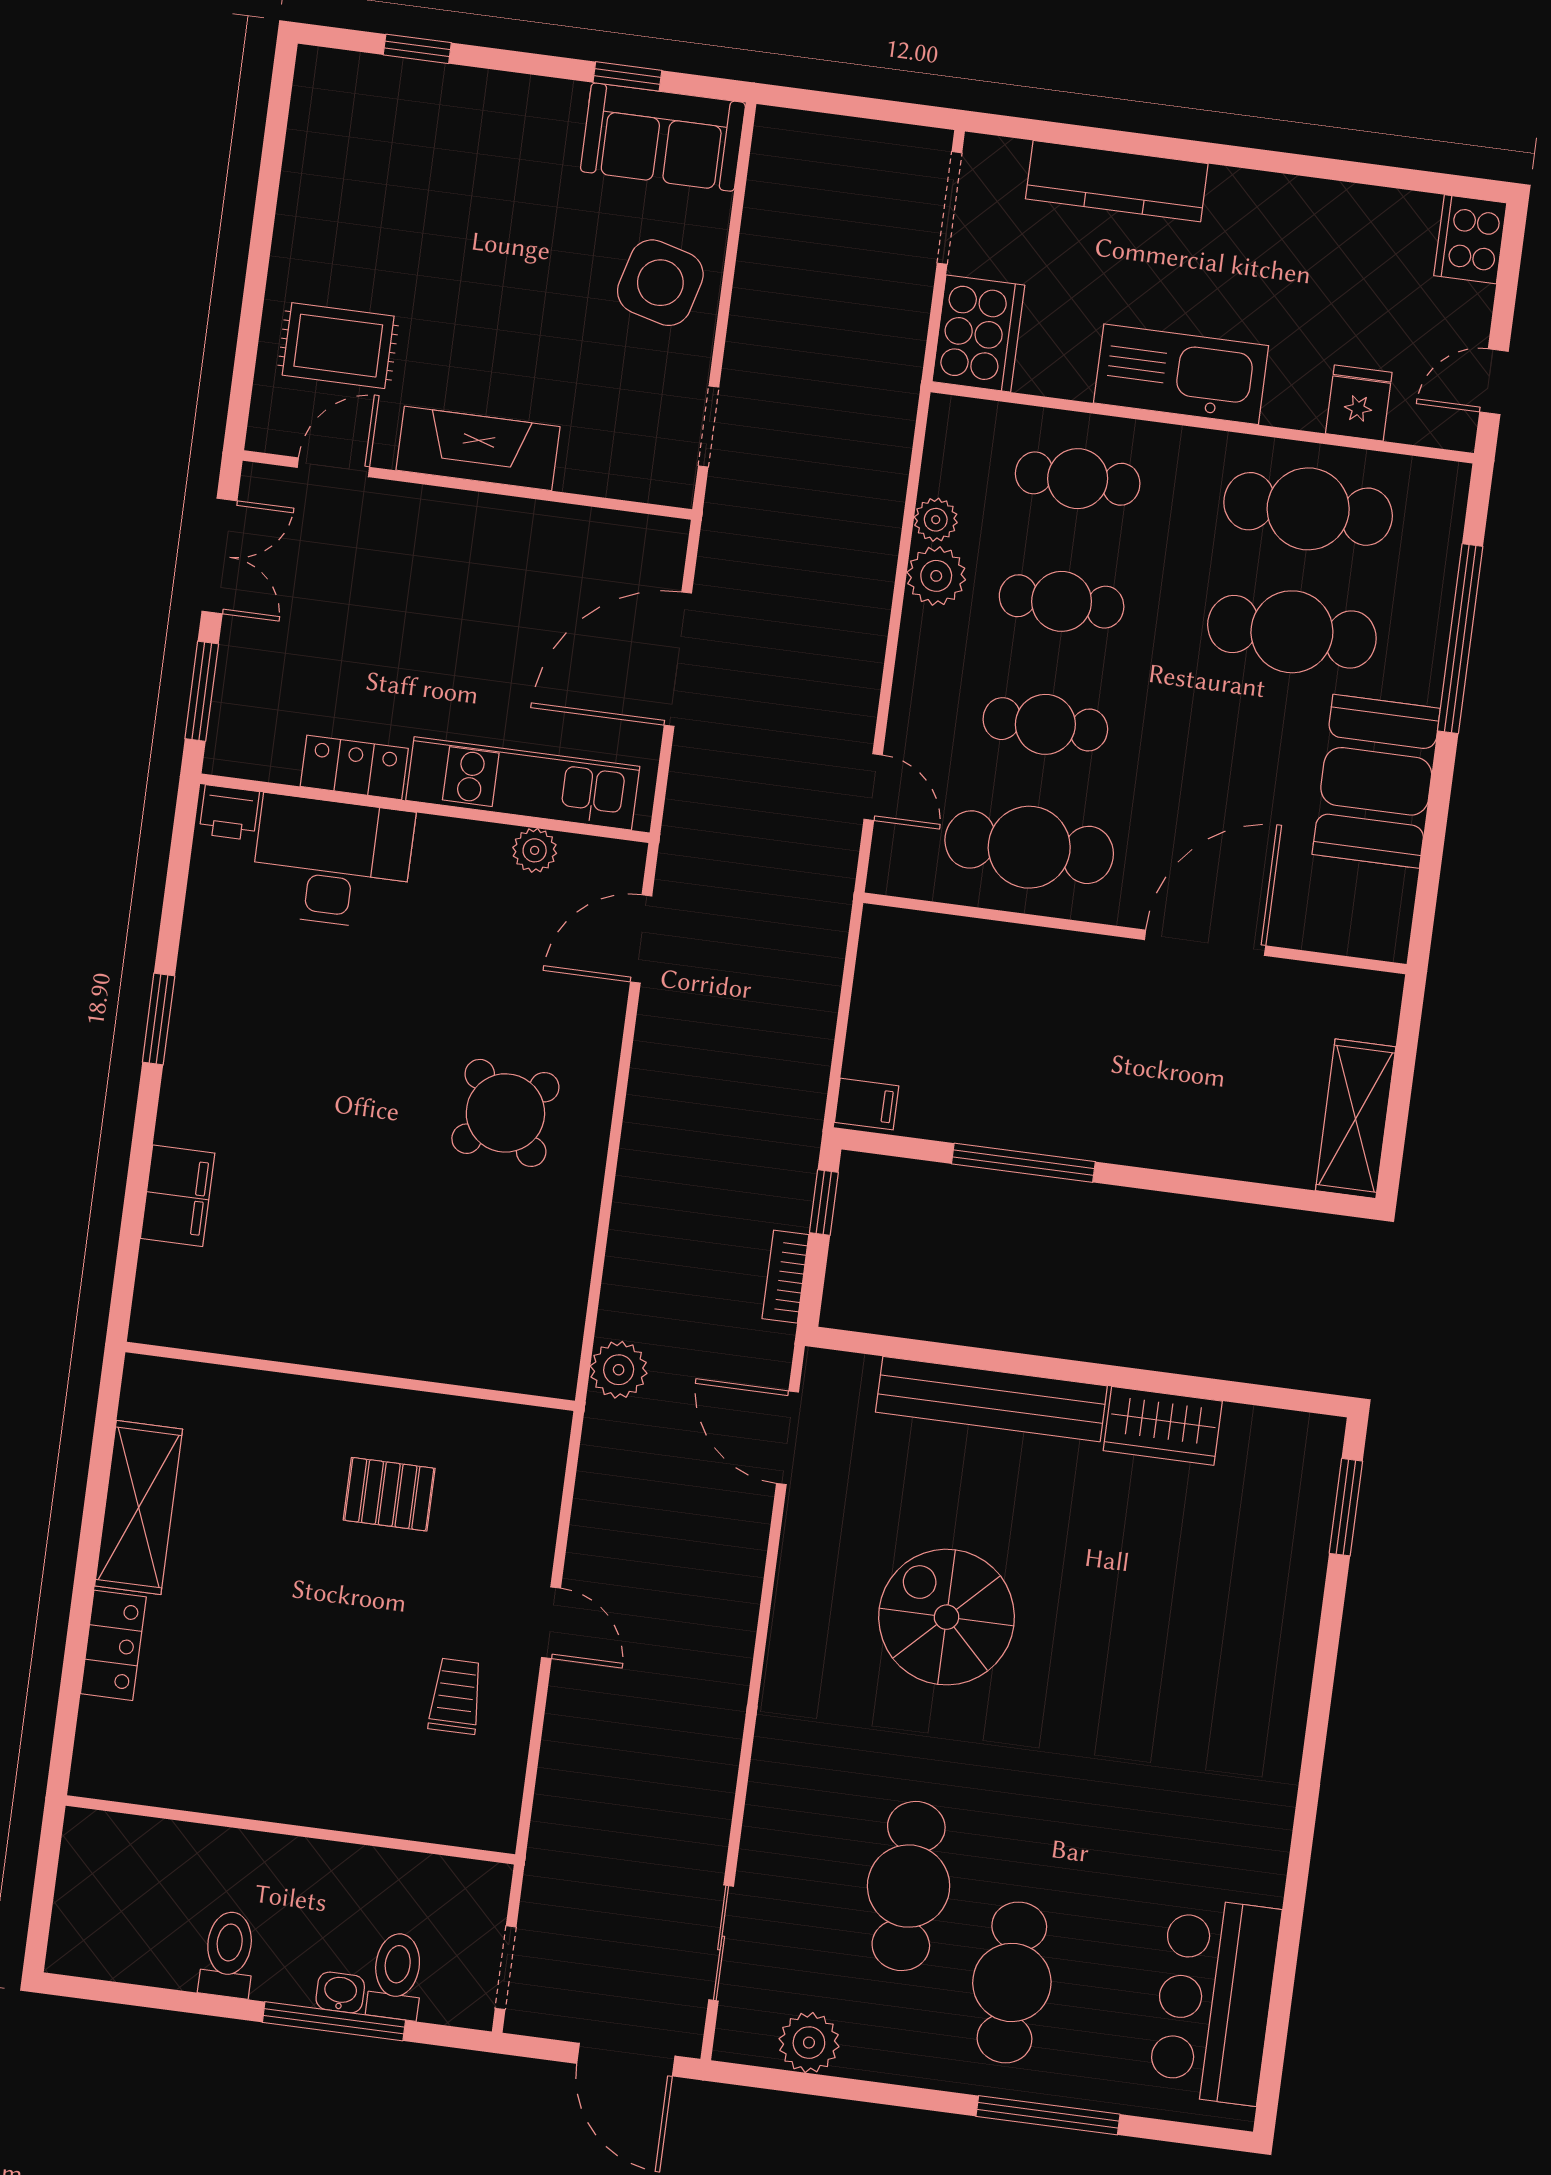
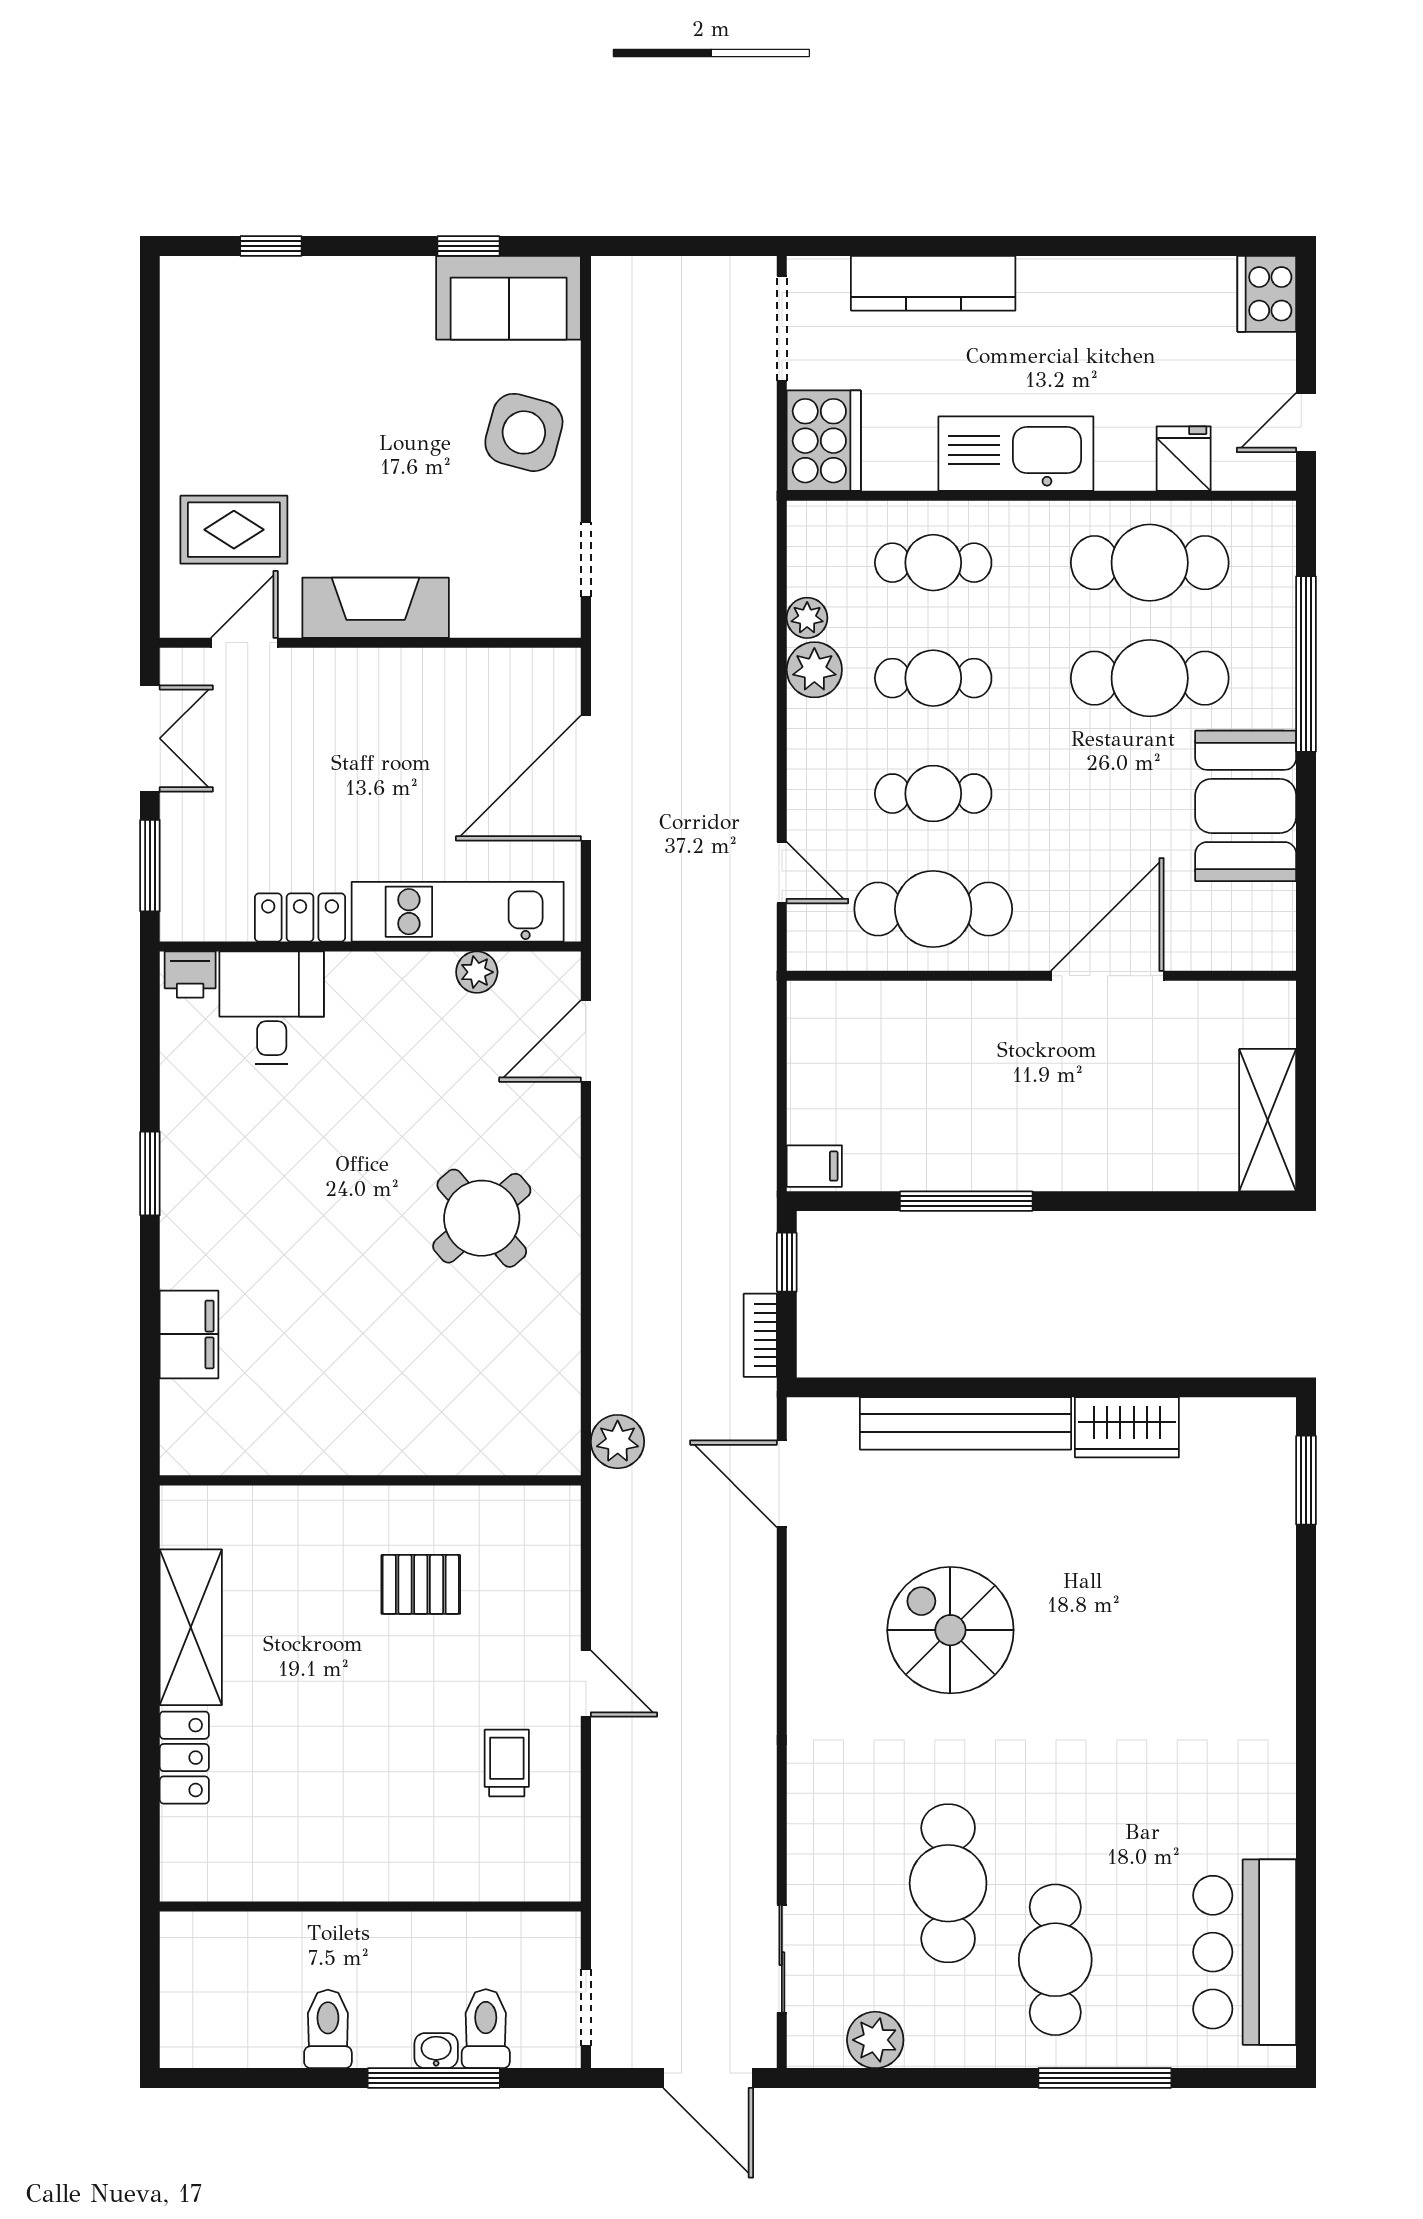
desk: (332, 862) -> (272, 1008), width x0.73

